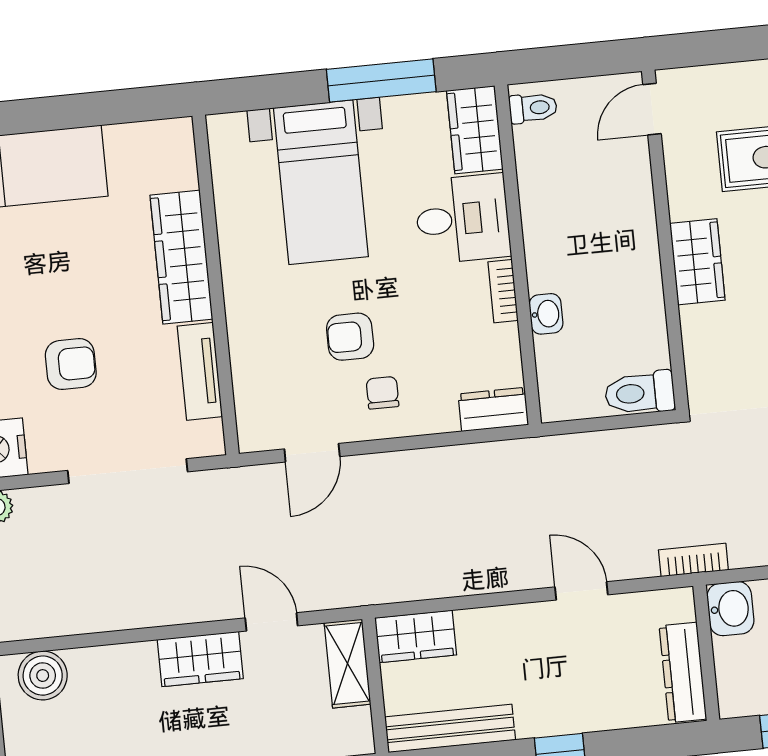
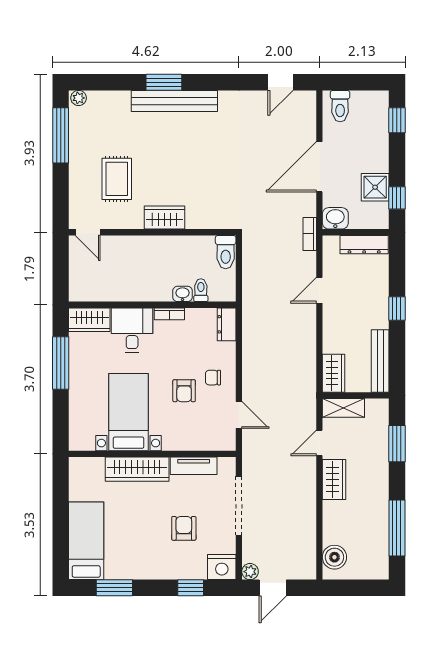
toilet: (533, 108) -> (201, 290), moved
bed with nightstands: (321, 182) -> (128, 412), moved, turned -90

